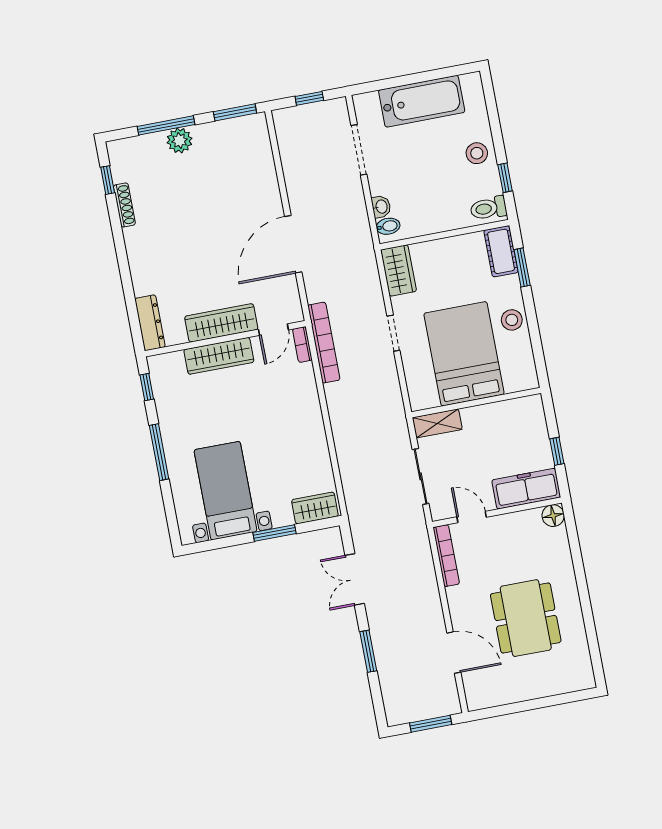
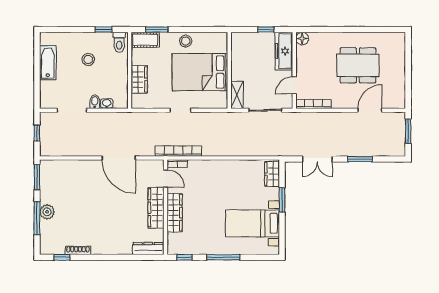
bathtub: (422, 101) -> (48, 63), width x0.73, depth x0.73
stool: (477, 153) -> (88, 59), moved
bidet: (388, 226) -> (95, 102), moved
wardrobe: (399, 270) -> (139, 79), moved, turned 90

